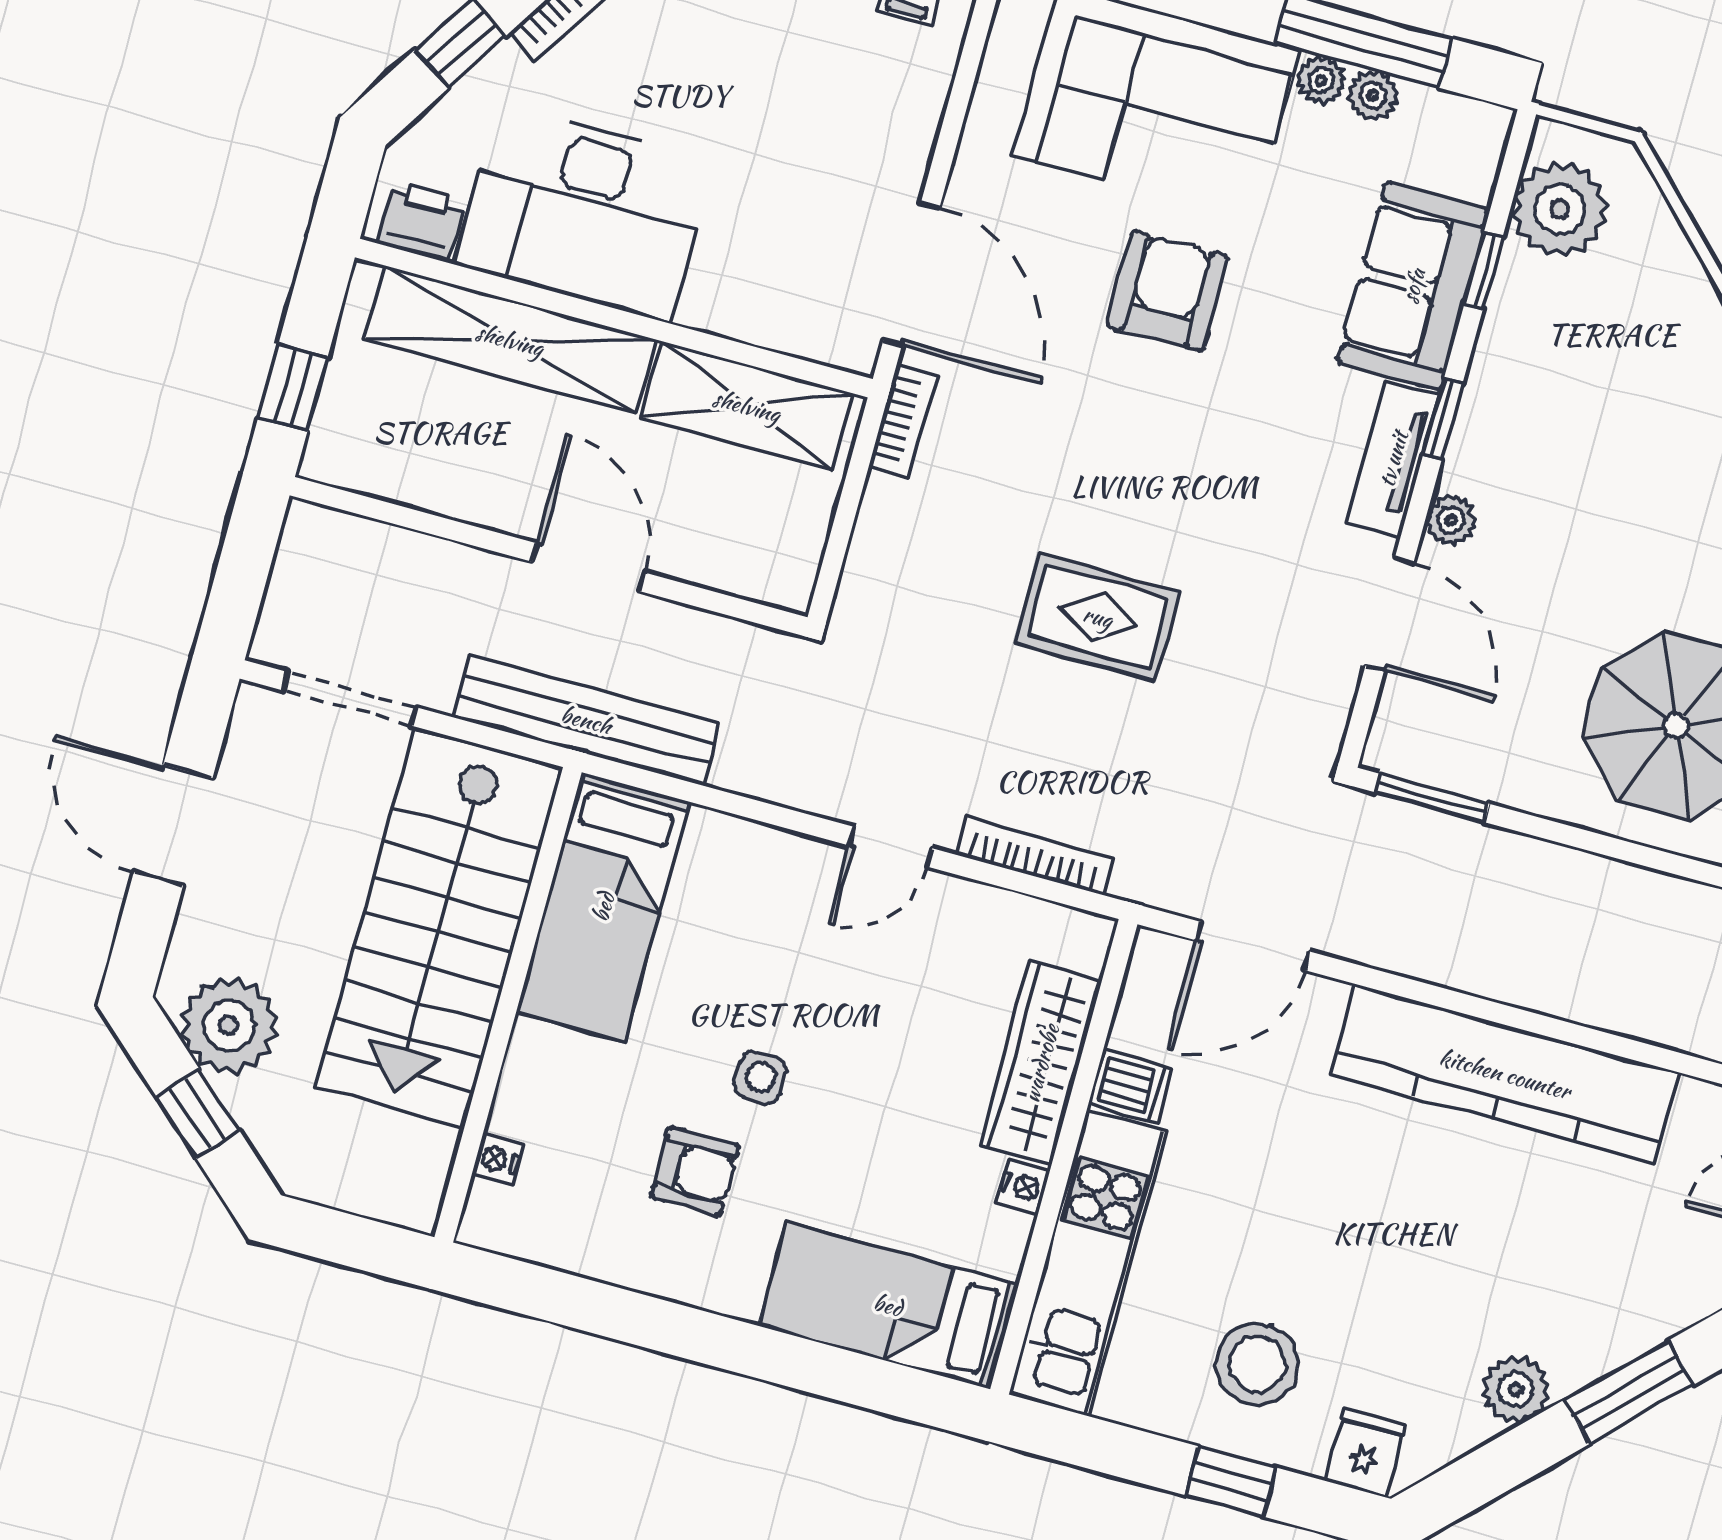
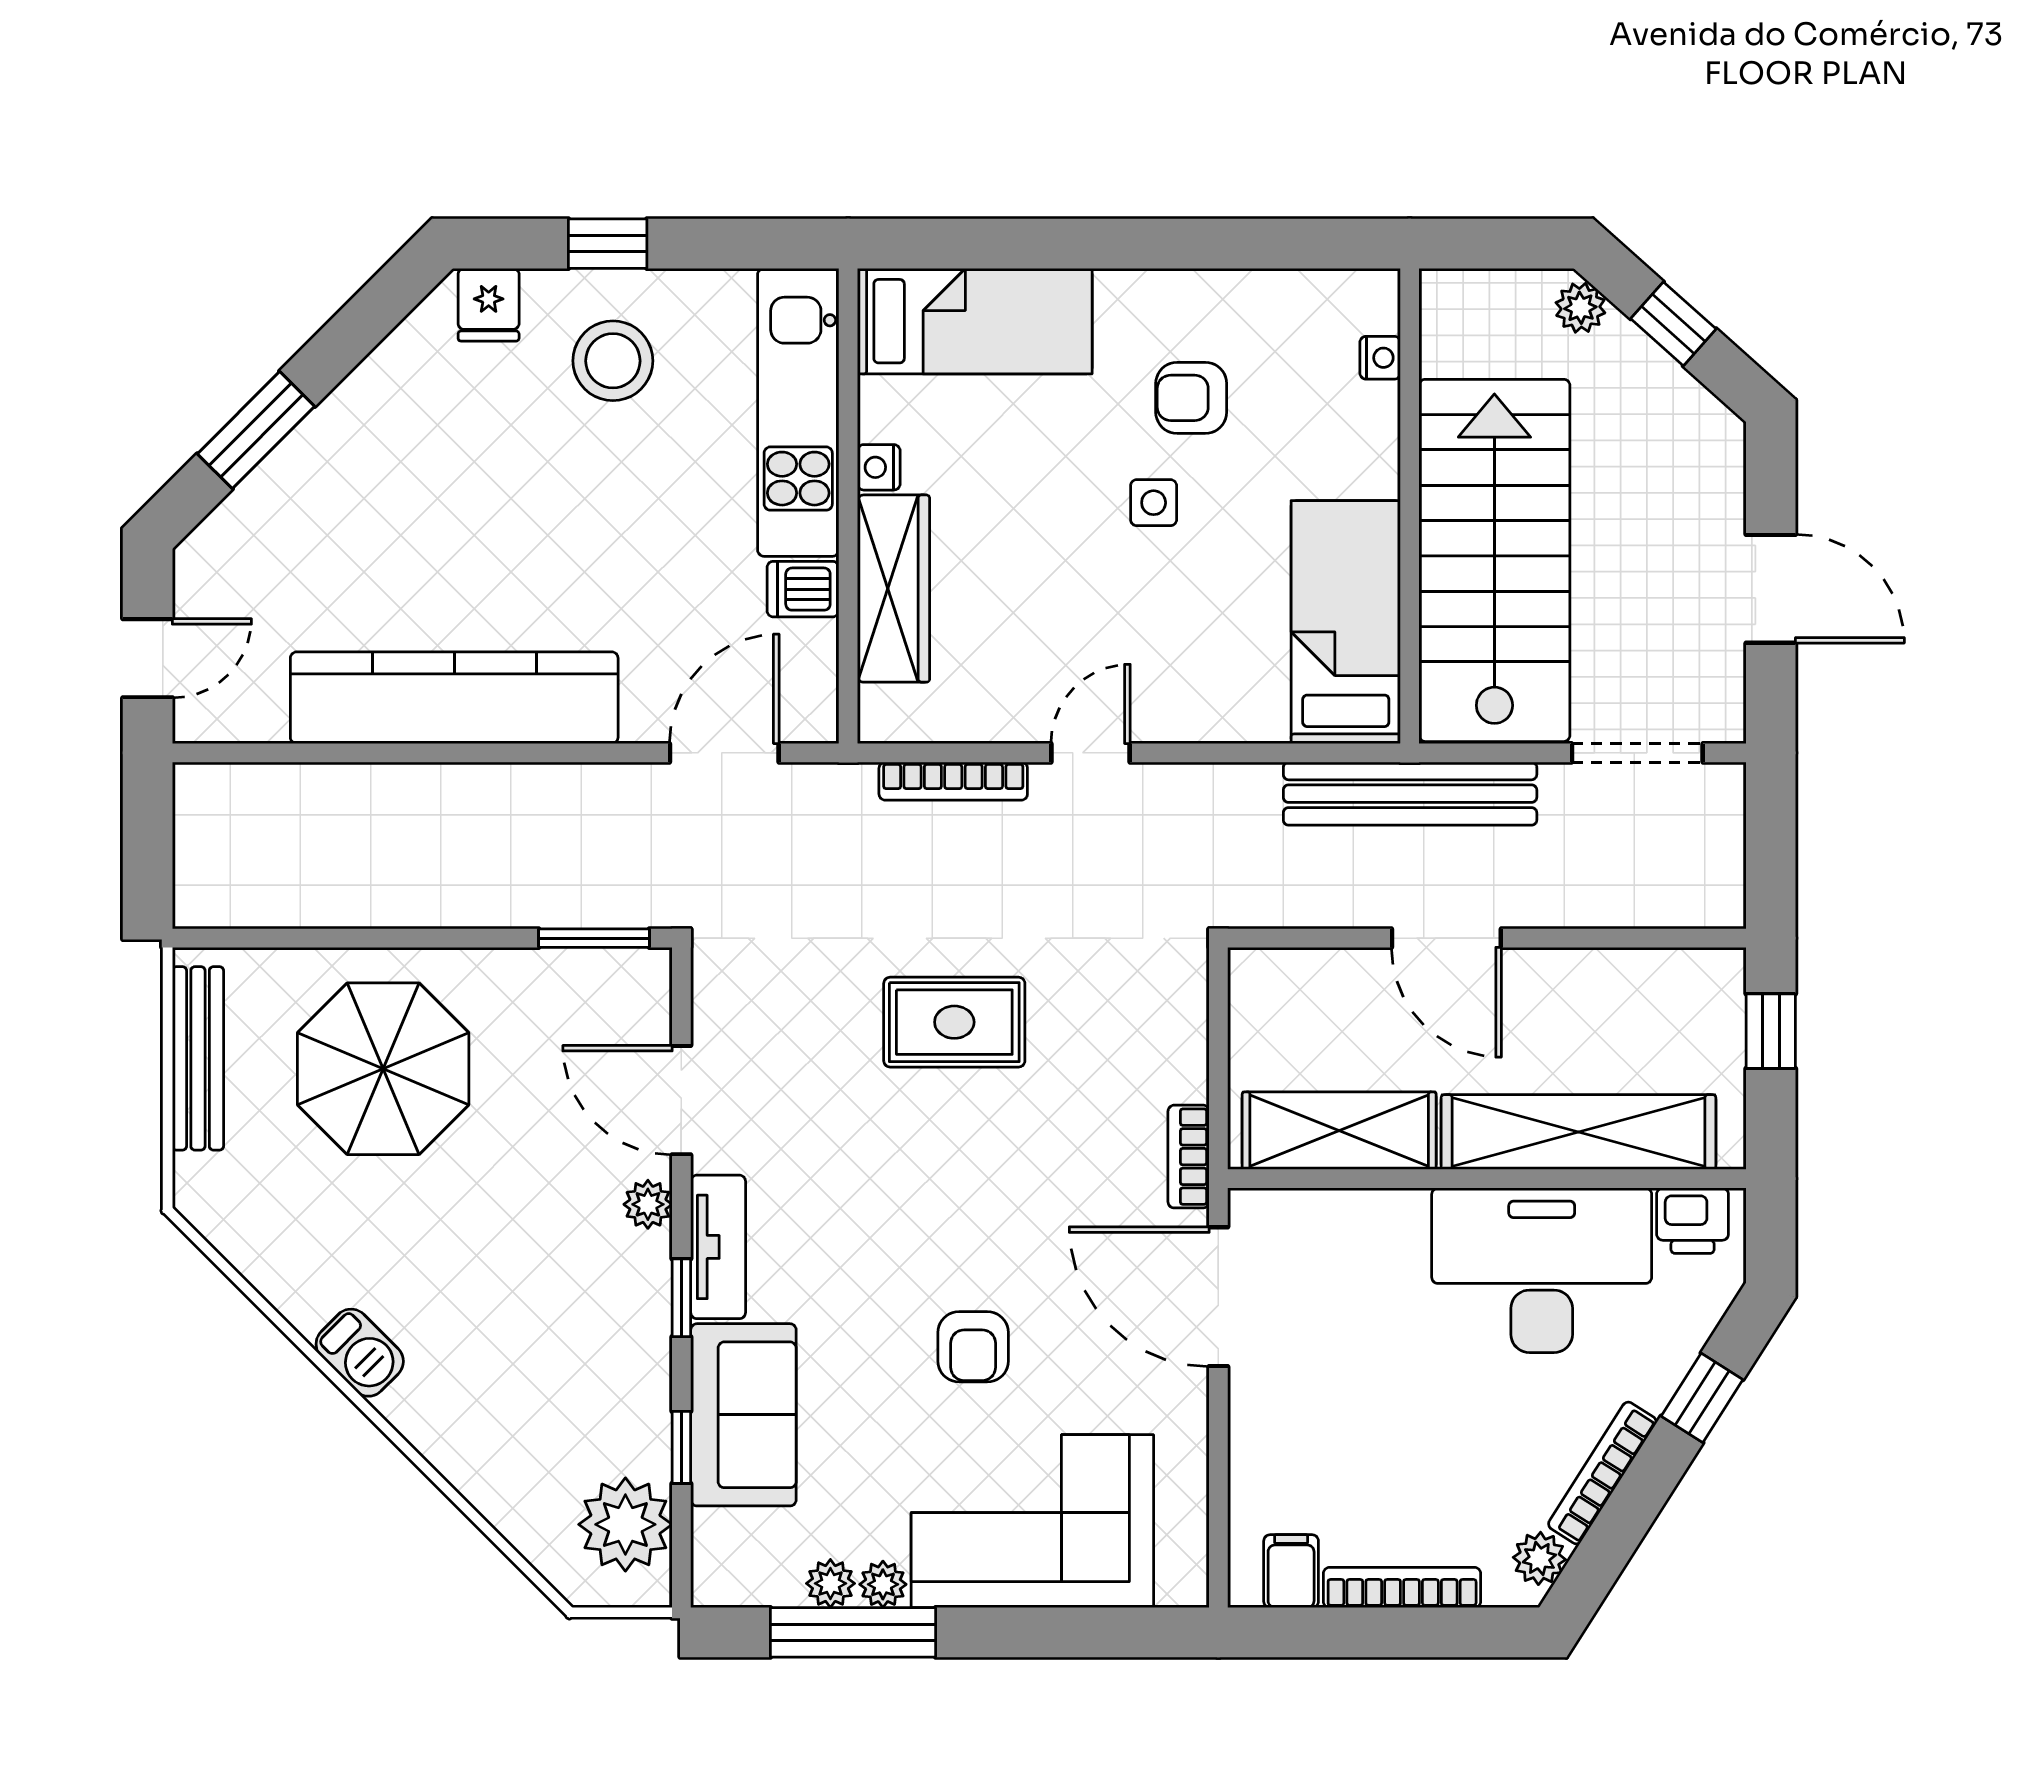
armchair: (1168, 291) -> (973, 1347), width x0.72, depth x0.72
plant: (229, 1025) -> (1580, 308), moved, width x0.53, depth x0.53
plant: (1516, 1390) -> (363, 403), removed

